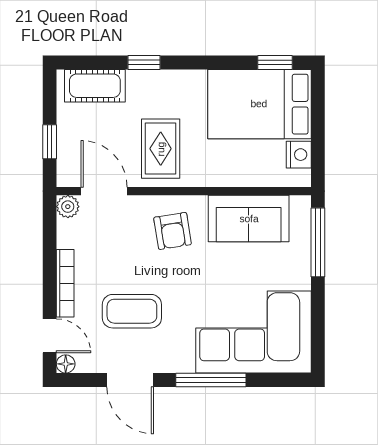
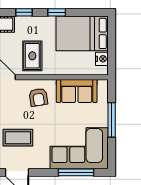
window: (275, 62) -> (57, 12), moved
window: (318, 242) -> (112, 120), moved
window: (211, 380) -> (76, 172), moved

